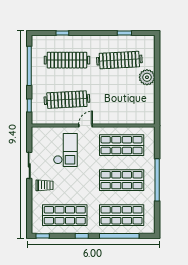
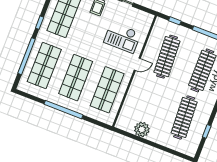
plant: (147, 77) -> (142, 129), moved
door: (85, 126) -> (137, 64), hinge flipped

